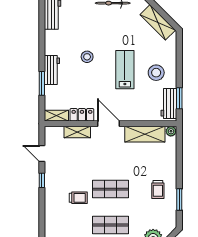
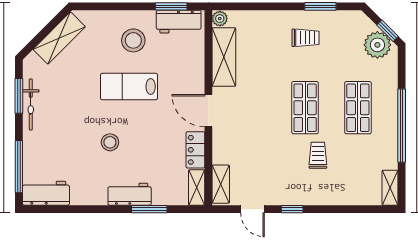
door: (109, 124) -> (208, 111), hinge flipped
shelving: (77, 132) -> (221, 184), moved
door: (42, 153) -> (253, 209), hinge flipped

